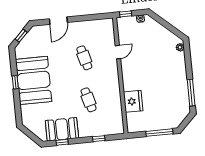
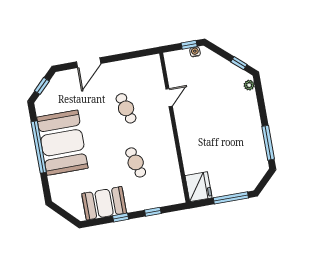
window: (126, 14) -> (189, 45), moved
window: (173, 30) -> (239, 63), added
window: (15, 82) -> (39, 147), width x3.17
fridge: (133, 101) -> (198, 187), moved
window: (62, 142) -> (121, 218), moved

